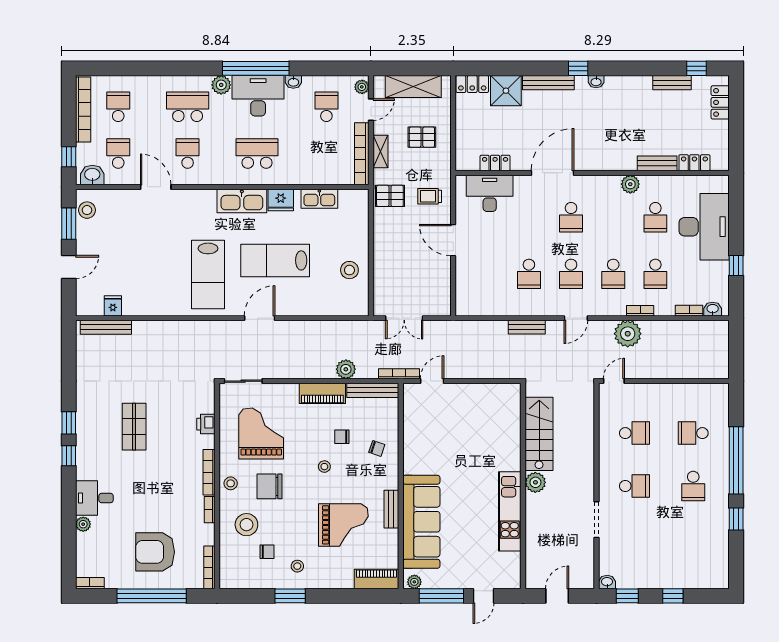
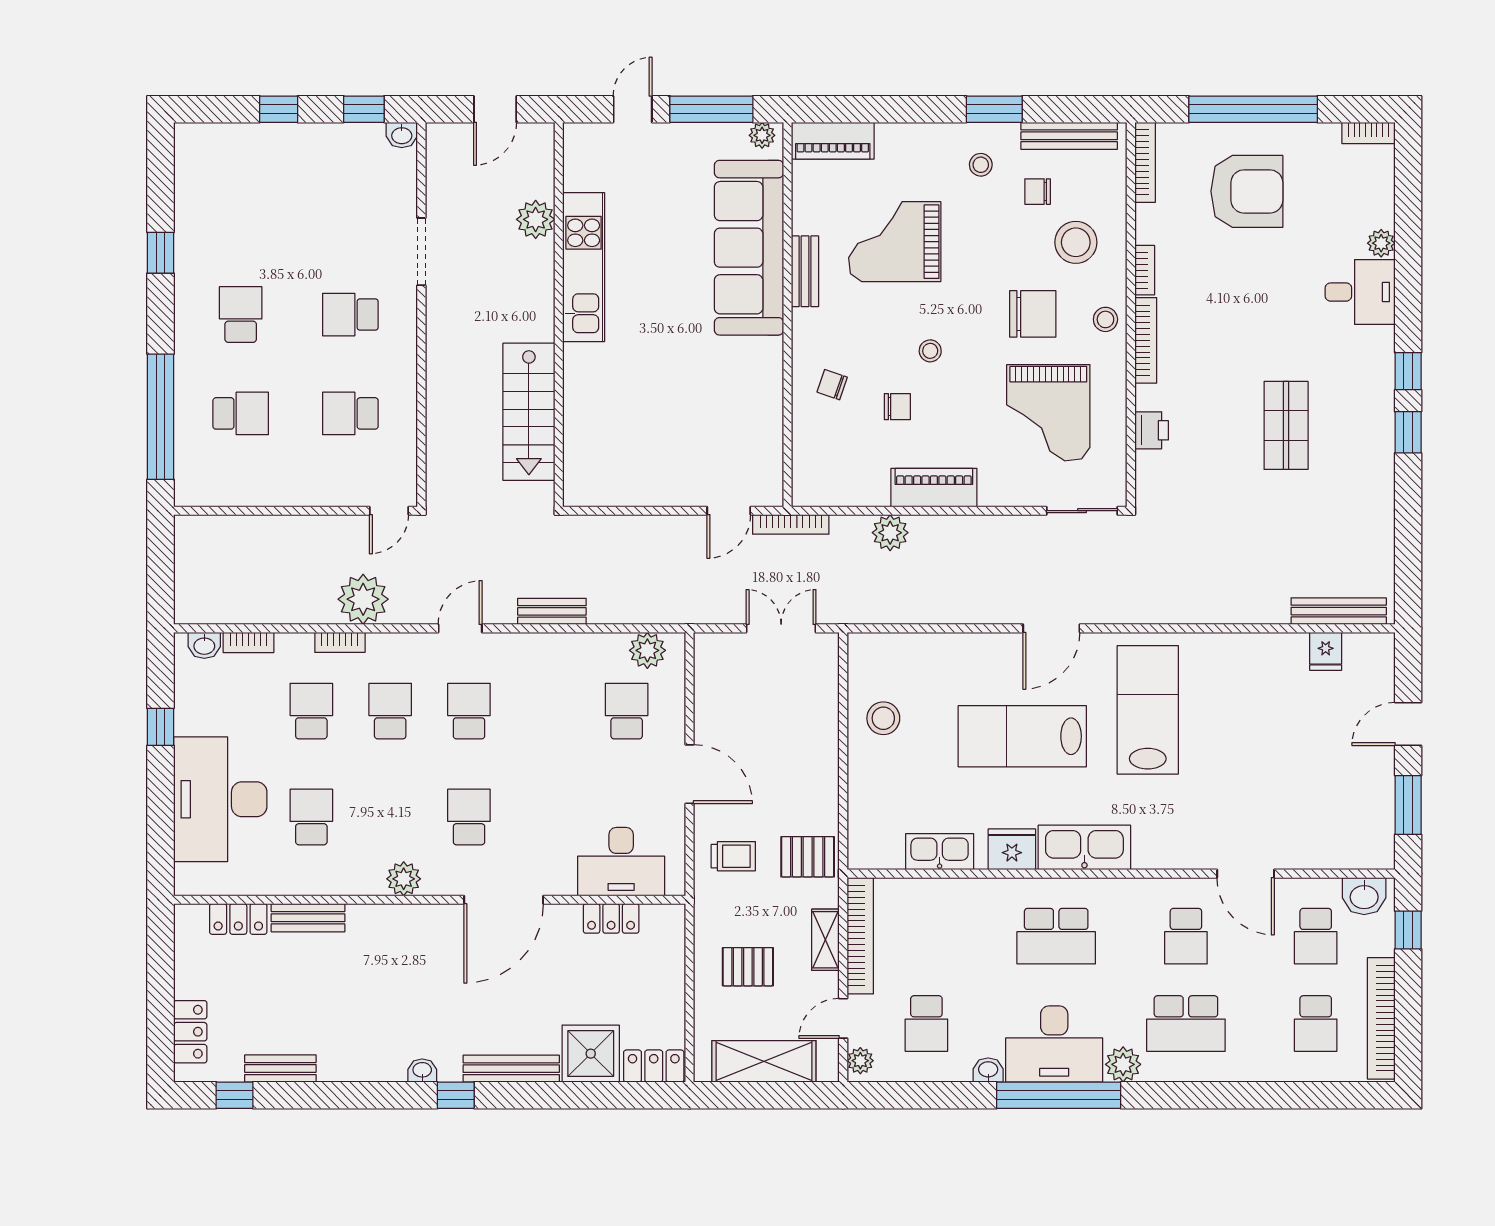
plant: (630, 184) -> (404, 879), moved
stool: (87, 210) -> (1374, 830), removed
lab bench: (275, 260) -> (1022, 736), turned 180
school desk: (529, 274) -> (627, 711), moved
plant: (476, 306) -> (647, 650), added
bench: (373, 390) -> (1069, 136), moved
window: (736, 460) -> (160, 417), moved
plant: (535, 482) -> (536, 219), moved

